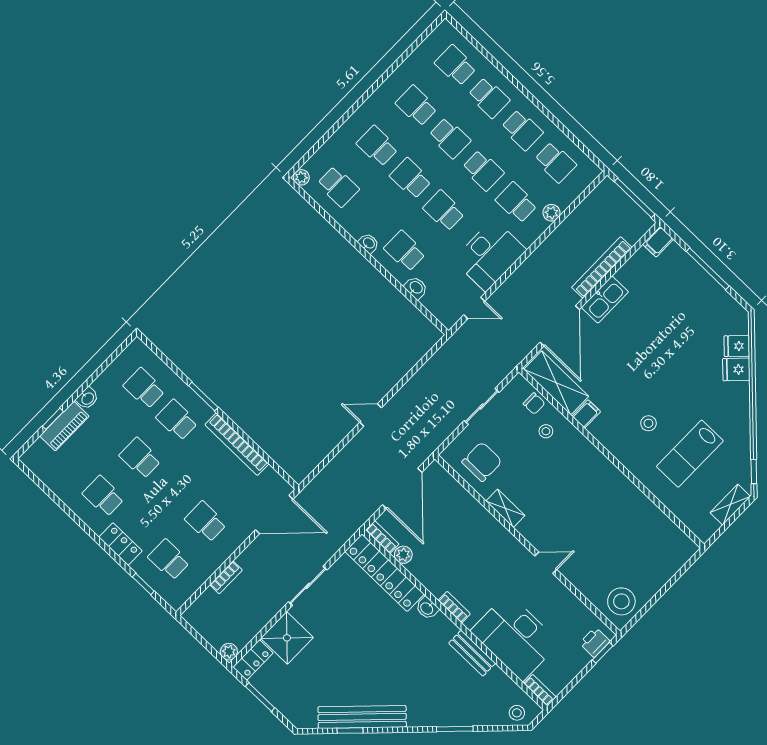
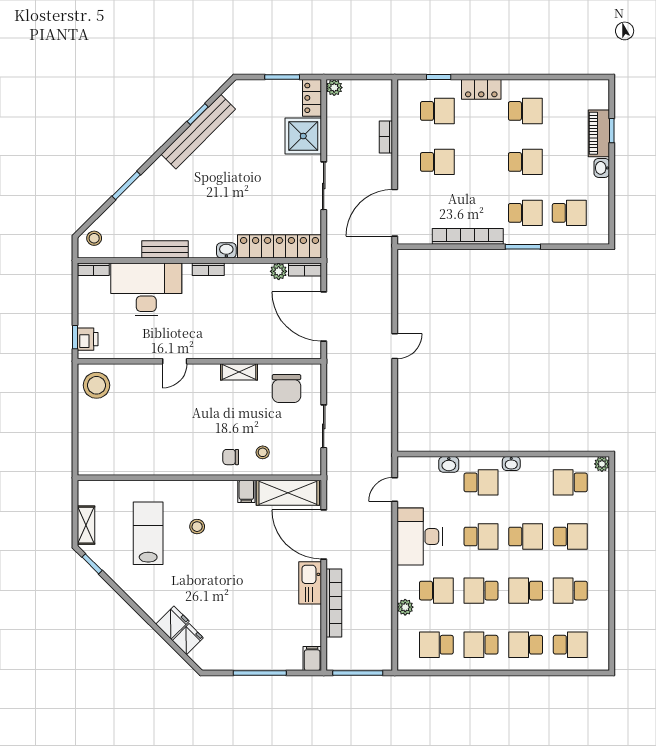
school desk: (416, 106) -> (570, 591), turned 180
chair: (534, 404) -> (231, 457), moved

